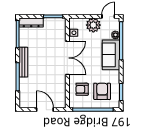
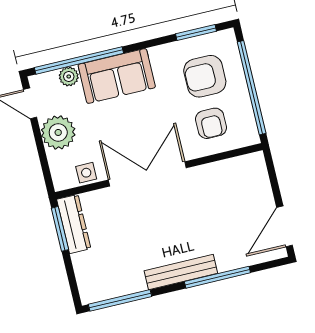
dresser: (31, 22) -> (74, 224), moved
door: (45, 110) -> (285, 226), moved

